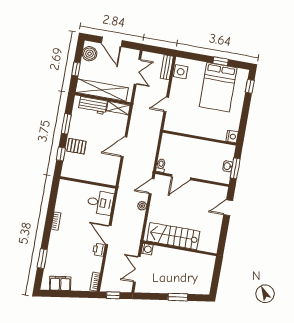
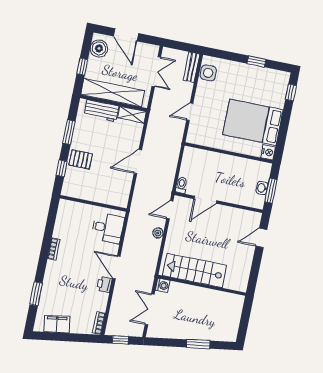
bed: (218, 87) -> (253, 122), moved, turned 90

